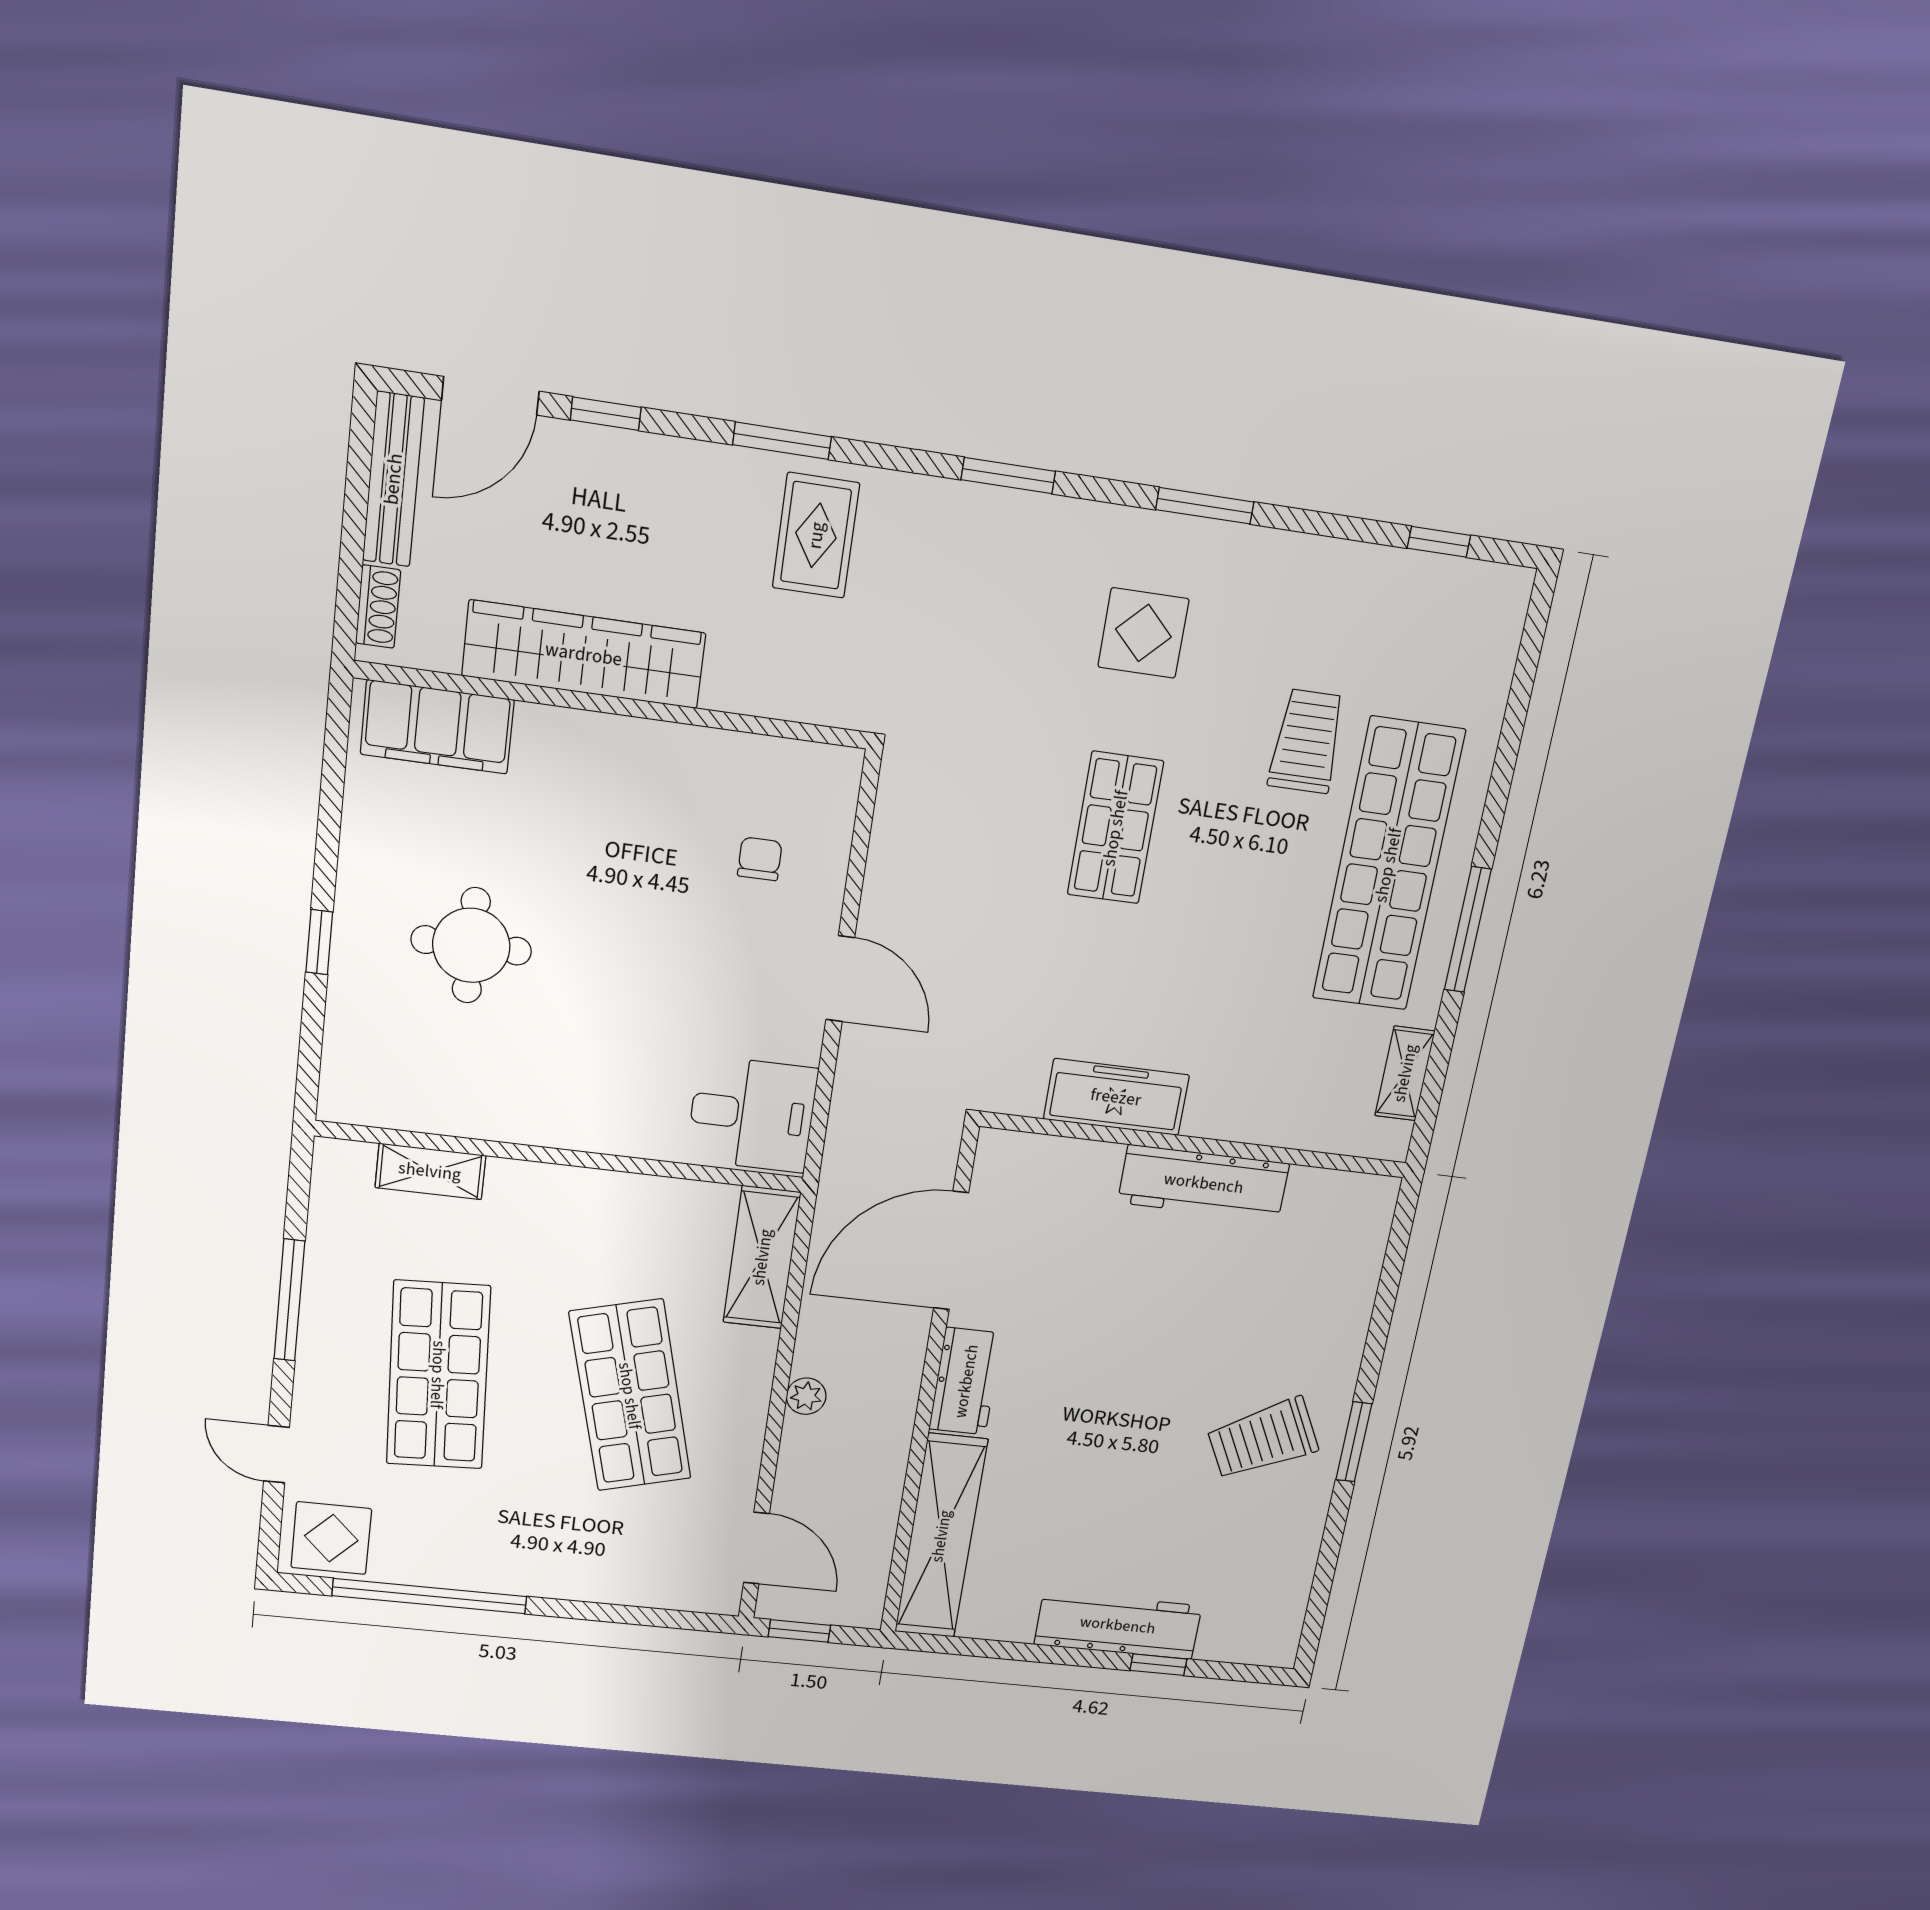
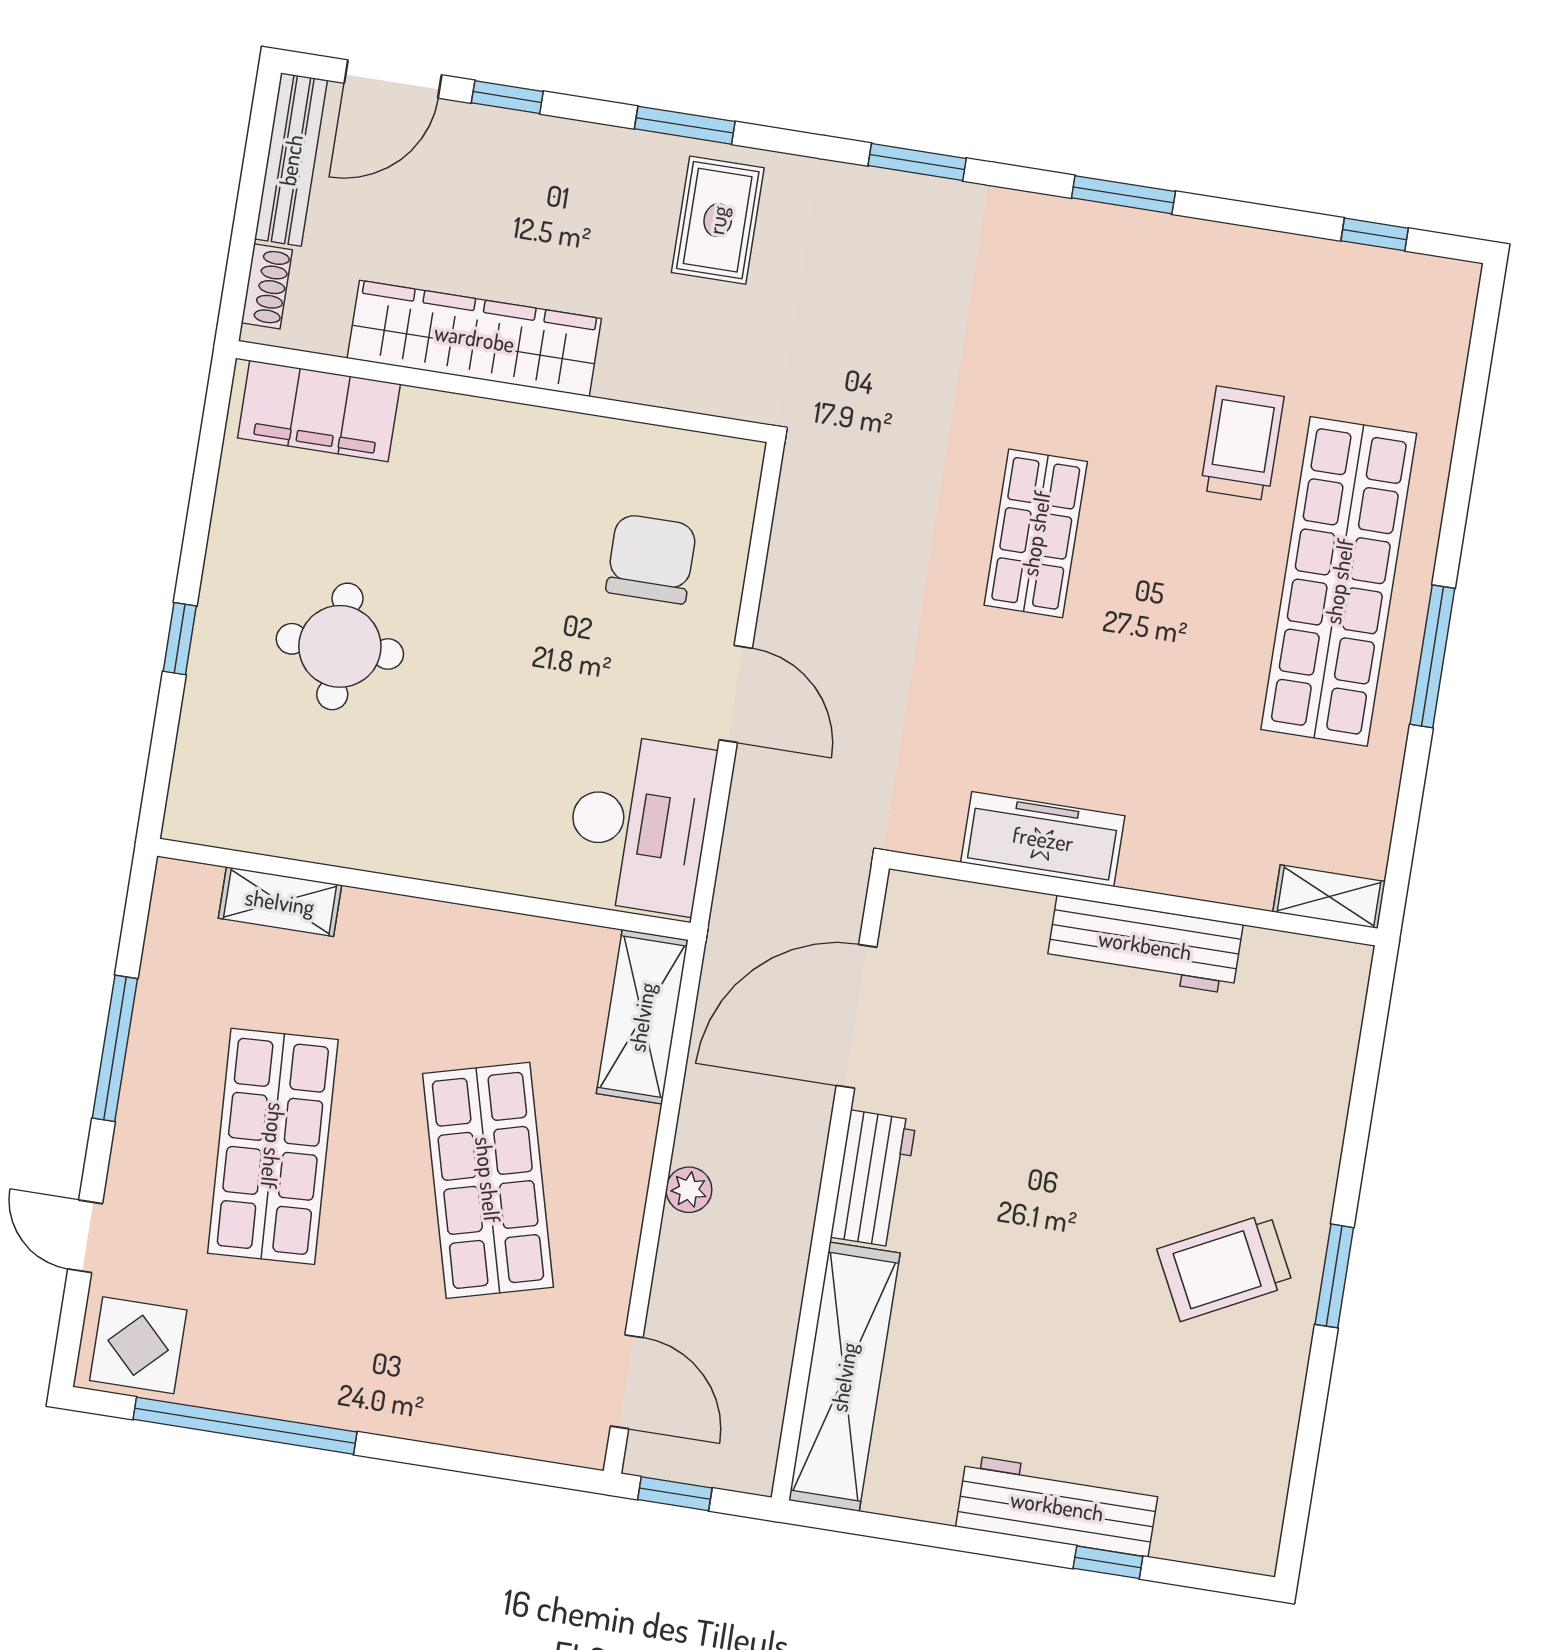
display table: (1143, 633) -> (1062, 325), removed
chair: (760, 859) -> (651, 559), width x1.87, depth x1.87
shelving: (1405, 1073) -> (1329, 897), moved, turned 90
desk: (752, 1114) -> (639, 824), width x1.37

